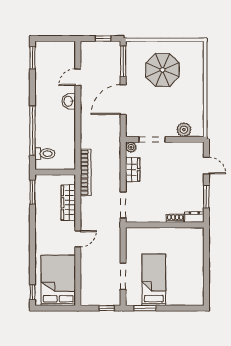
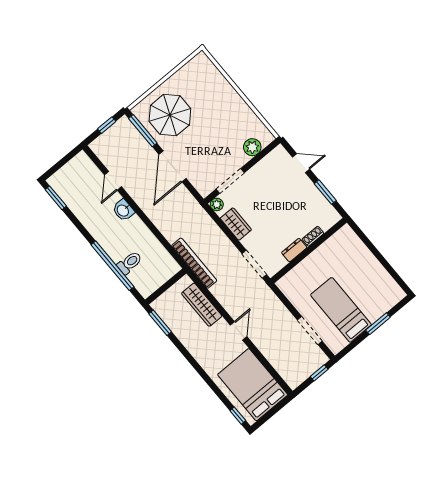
parasol: (162, 70) -> (170, 115), moved
toilet: (45, 154) -> (130, 263), moved
dresser: (194, 217) -> (294, 250), moved
window: (145, 308) -> (378, 324), moved

